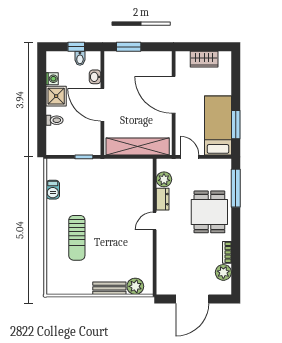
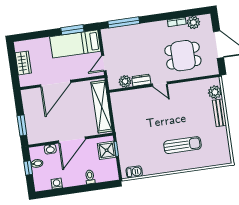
shower: (56, 96) -> (107, 150), moved
barbecue: (53, 190) -> (134, 172), moved
dining table: (209, 212) -> (183, 56), moved

